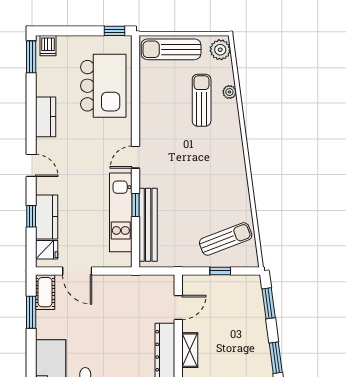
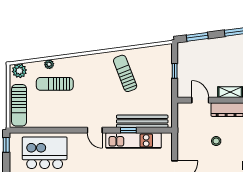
sun lounger: (226, 239) -> (125, 73), moved
stool: (120, 330) -> (216, 141), added

